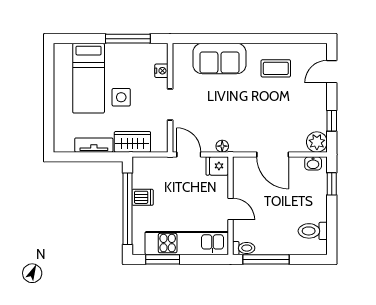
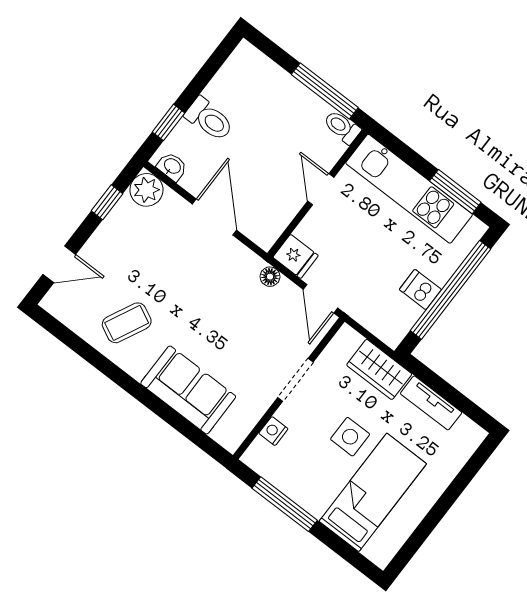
coffee table: (276, 68) -> (127, 323), turned -64
toilet: (313, 231) -> (209, 119), moved

